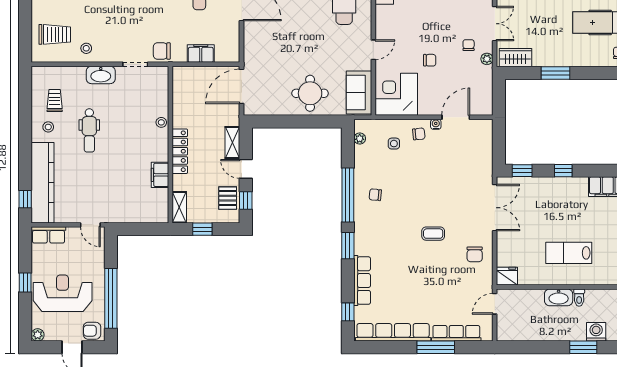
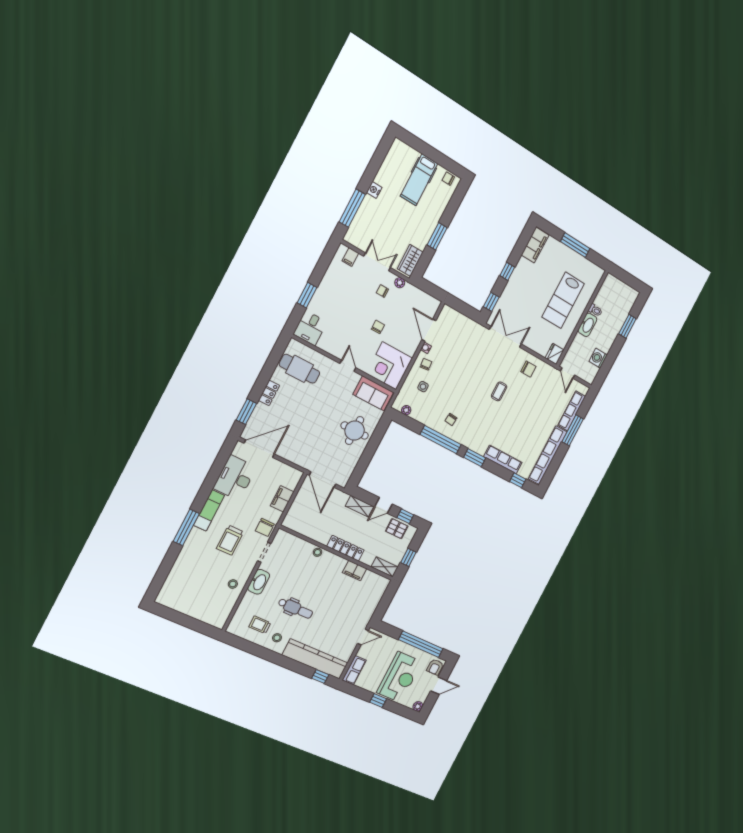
trolley: (55, 34) -> (230, 540), moved, turned 180
lab bench: (569, 253) -> (563, 300), width x1.36, depth x1.39
reception desk: (63, 293) -> (399, 677), turned 180
washing machine: (596, 332) -> (598, 358), moved

